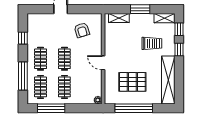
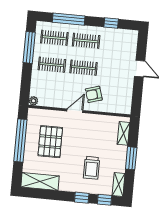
armchair: (82, 30) -> (94, 94), moved
shelving: (168, 80) -> (40, 181), width x0.68

